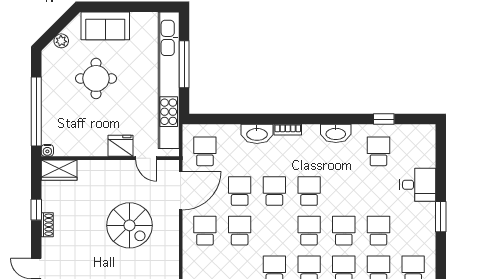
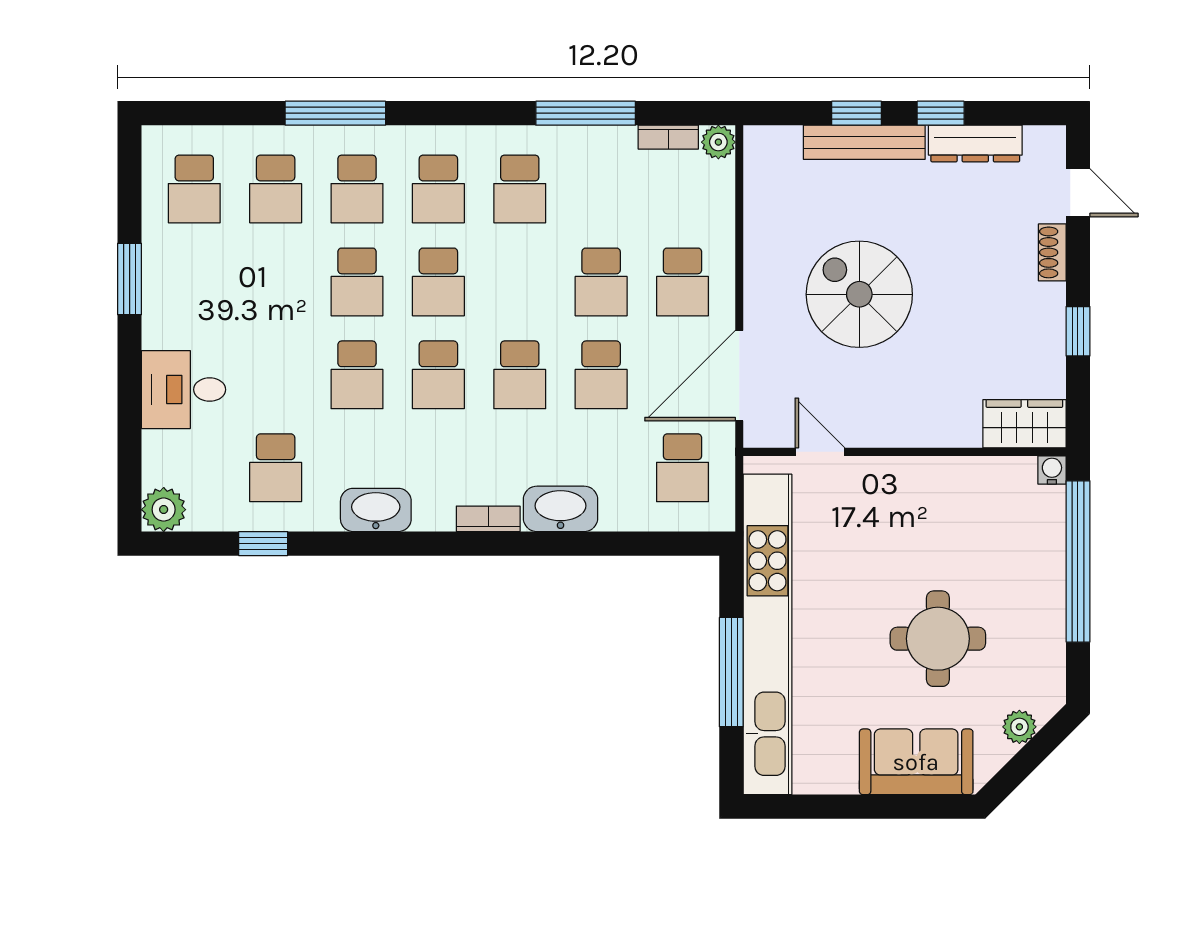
plant: (426, 134) -> (164, 510), added
fridge: (120, 146) -> (881, 481), removed
window: (441, 217) -> (130, 279), moved
shoe rack: (47, 225) -> (1052, 252), moved
school desk: (378, 231) -> (357, 375), moved

